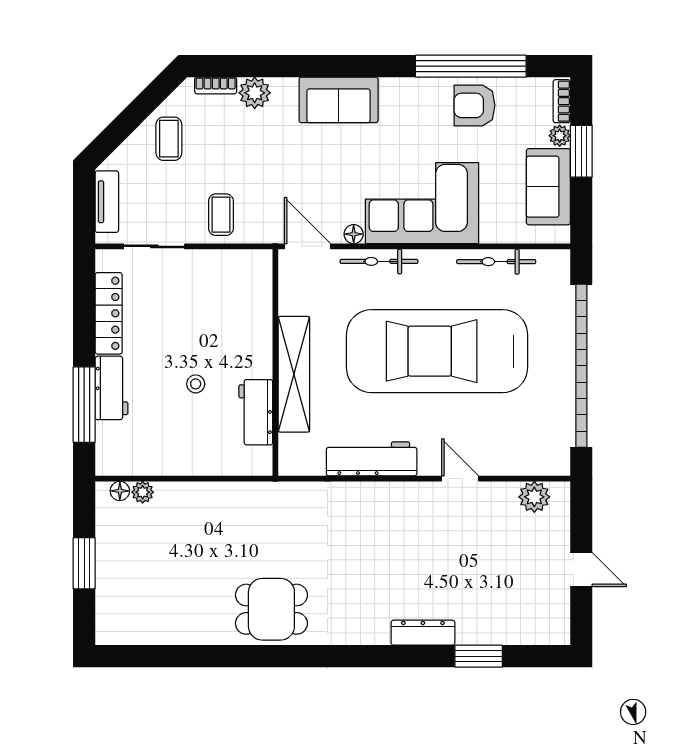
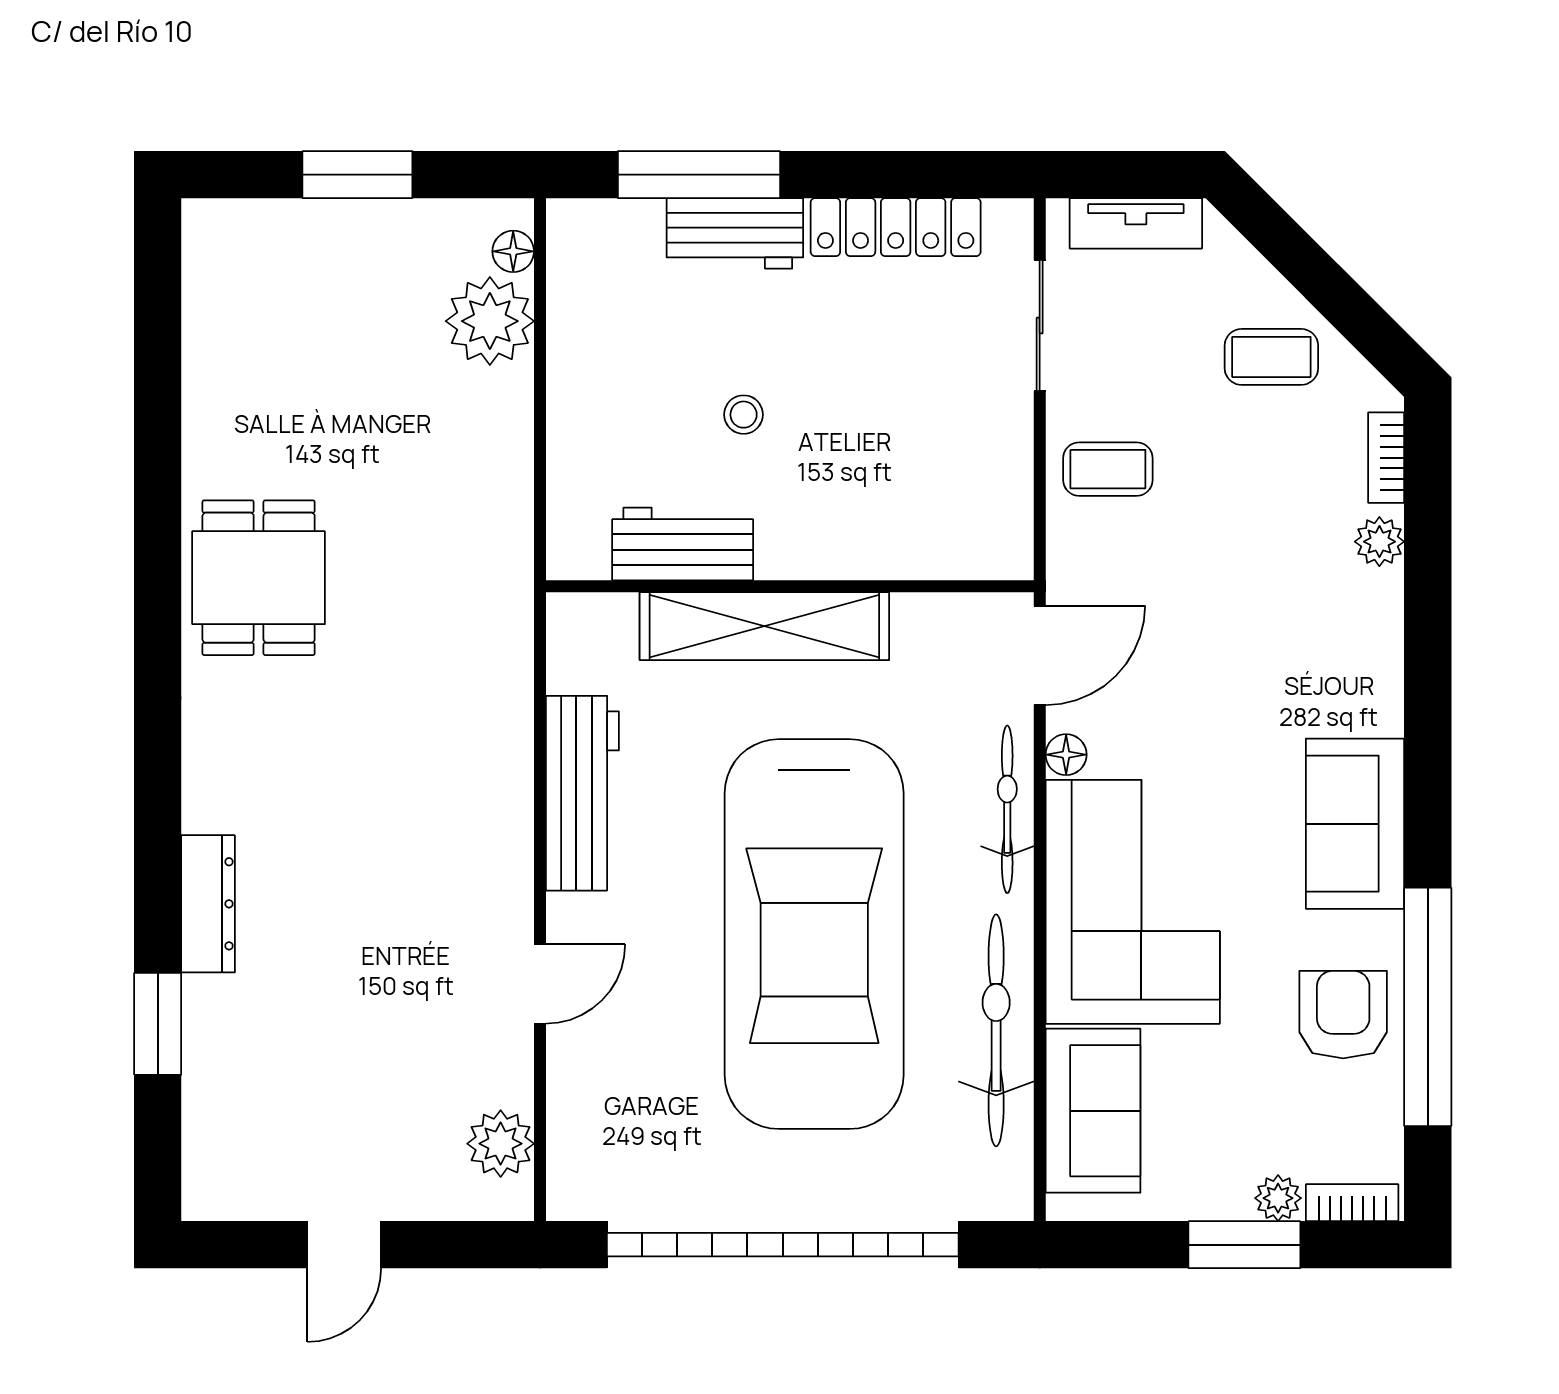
plant: (255, 93) -> (1379, 542), width x0.73, depth x0.73
sofa: (339, 100) -> (1355, 824), moved
sofa: (548, 187) -> (1093, 1111), moved, turned 90
bicycle: (496, 262) -> (996, 1030), width x1.37, depth x1.40
car: (437, 351) -> (814, 934), turned 180
plant: (143, 492) -> (490, 321), width x1.88, depth x1.88

